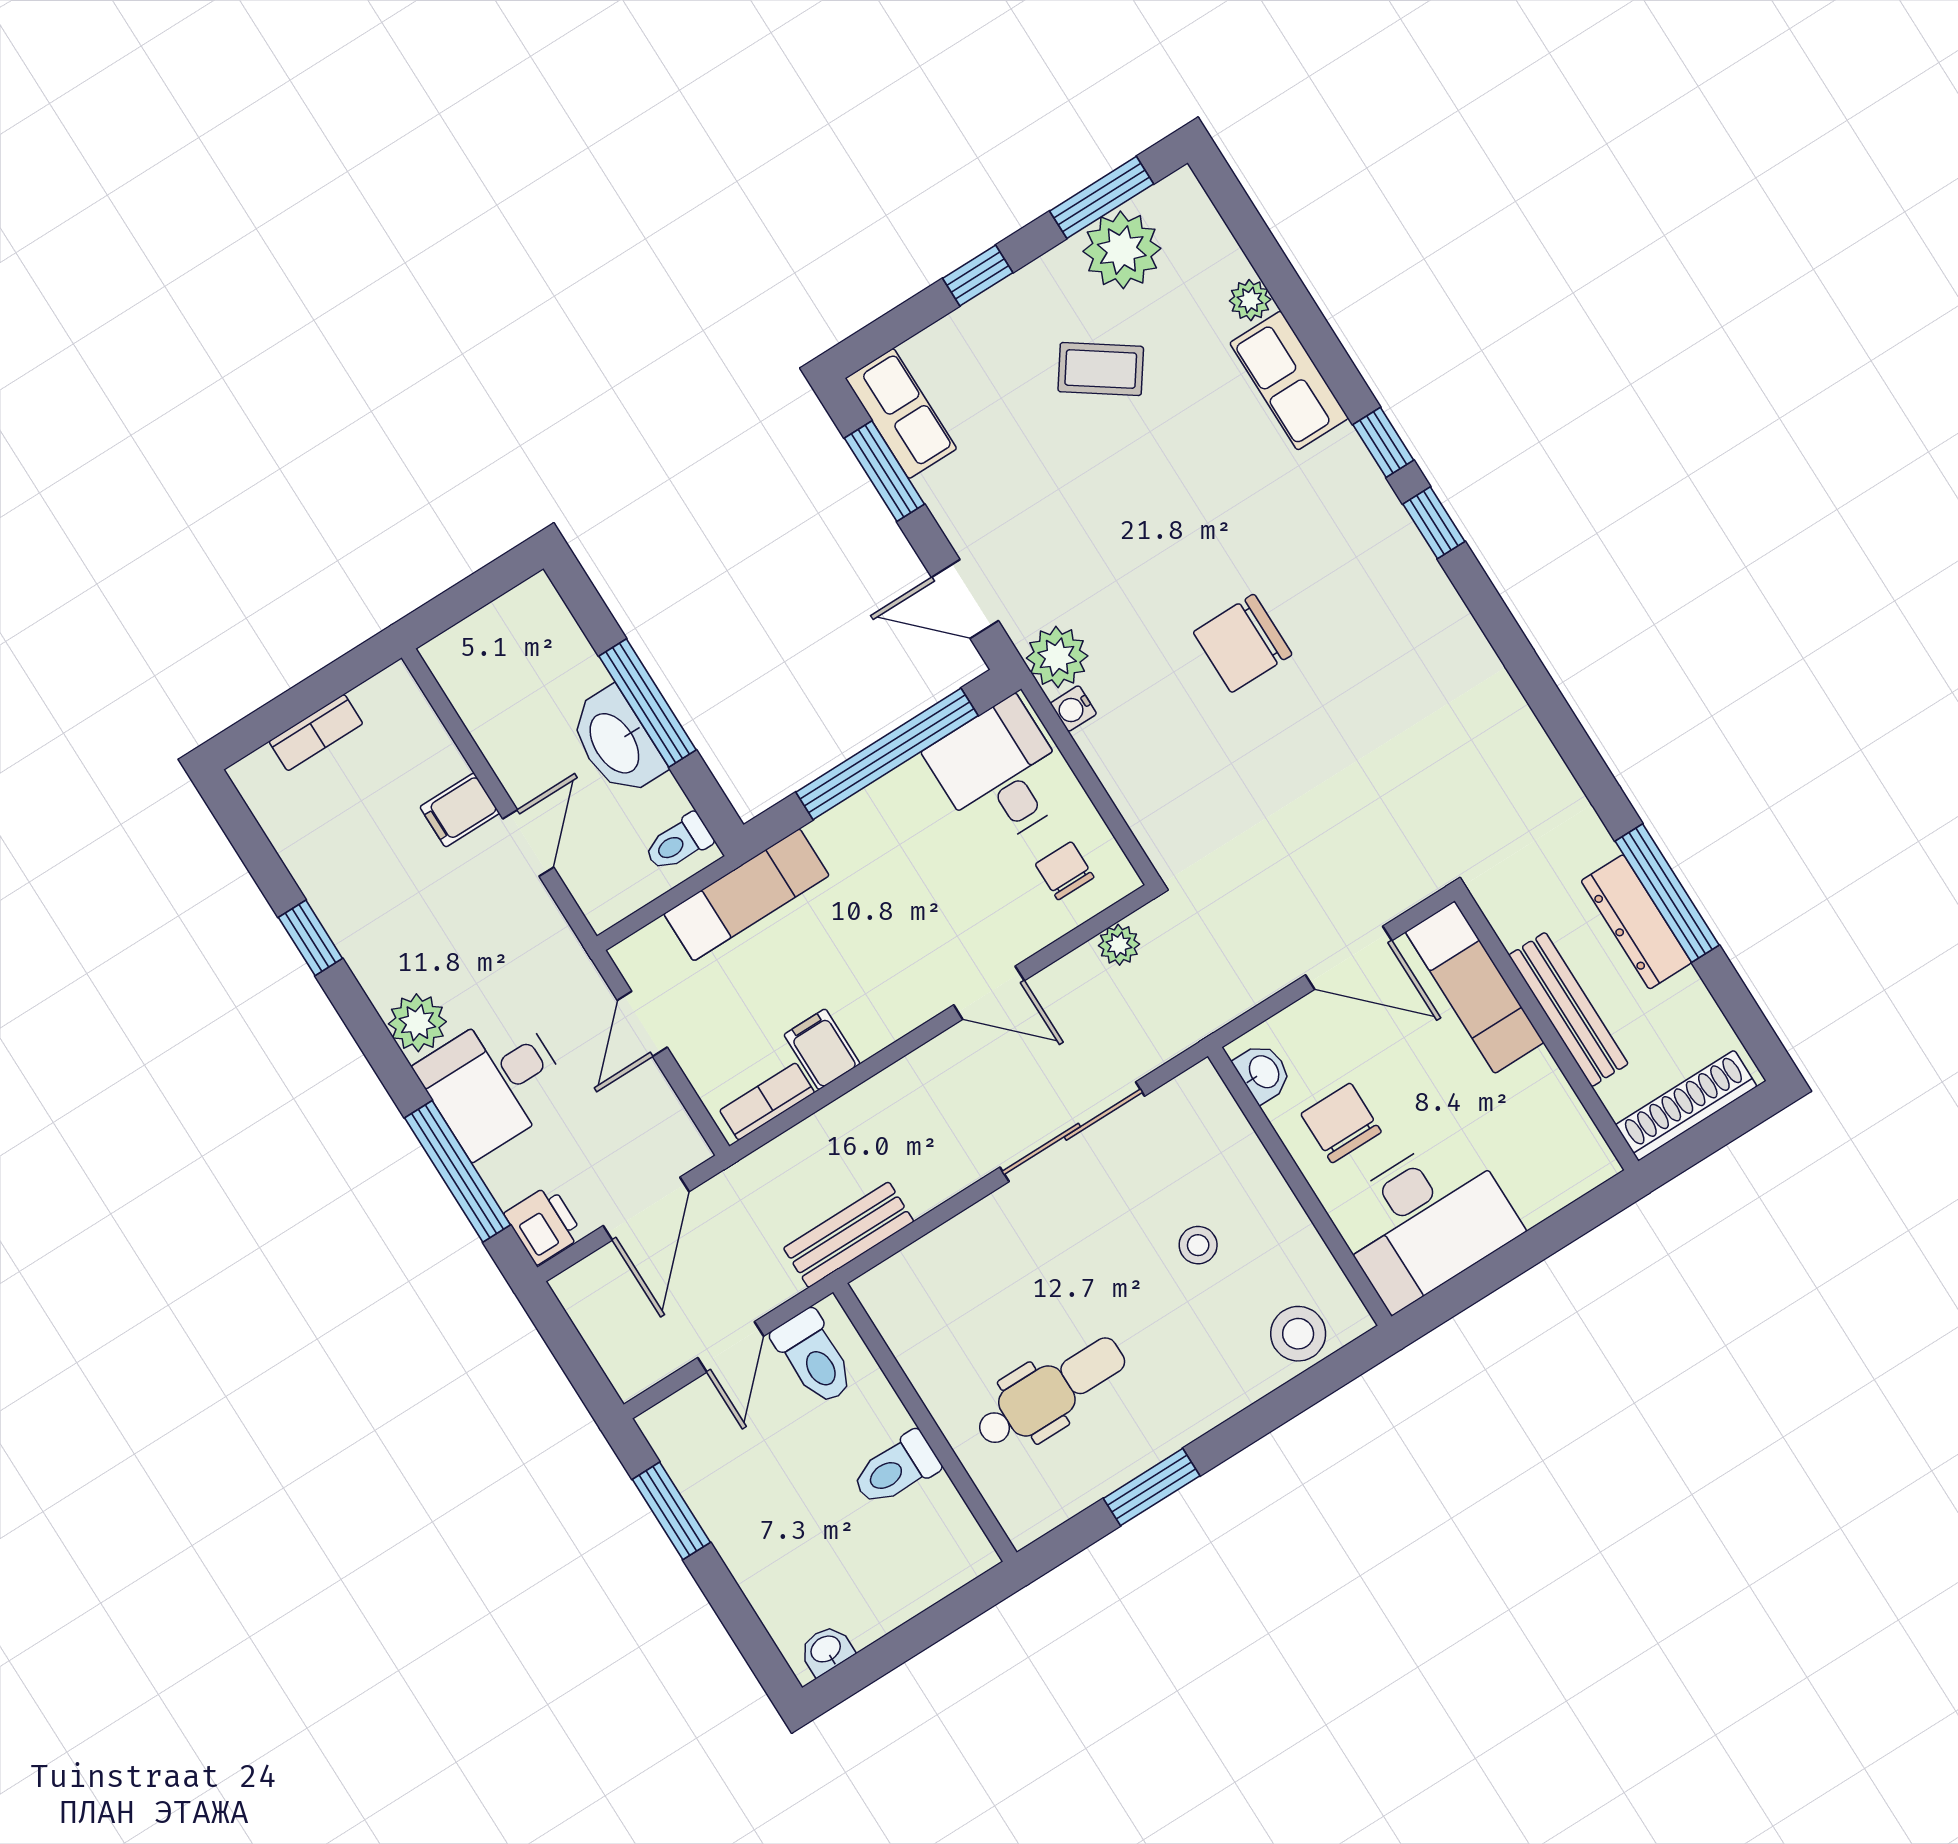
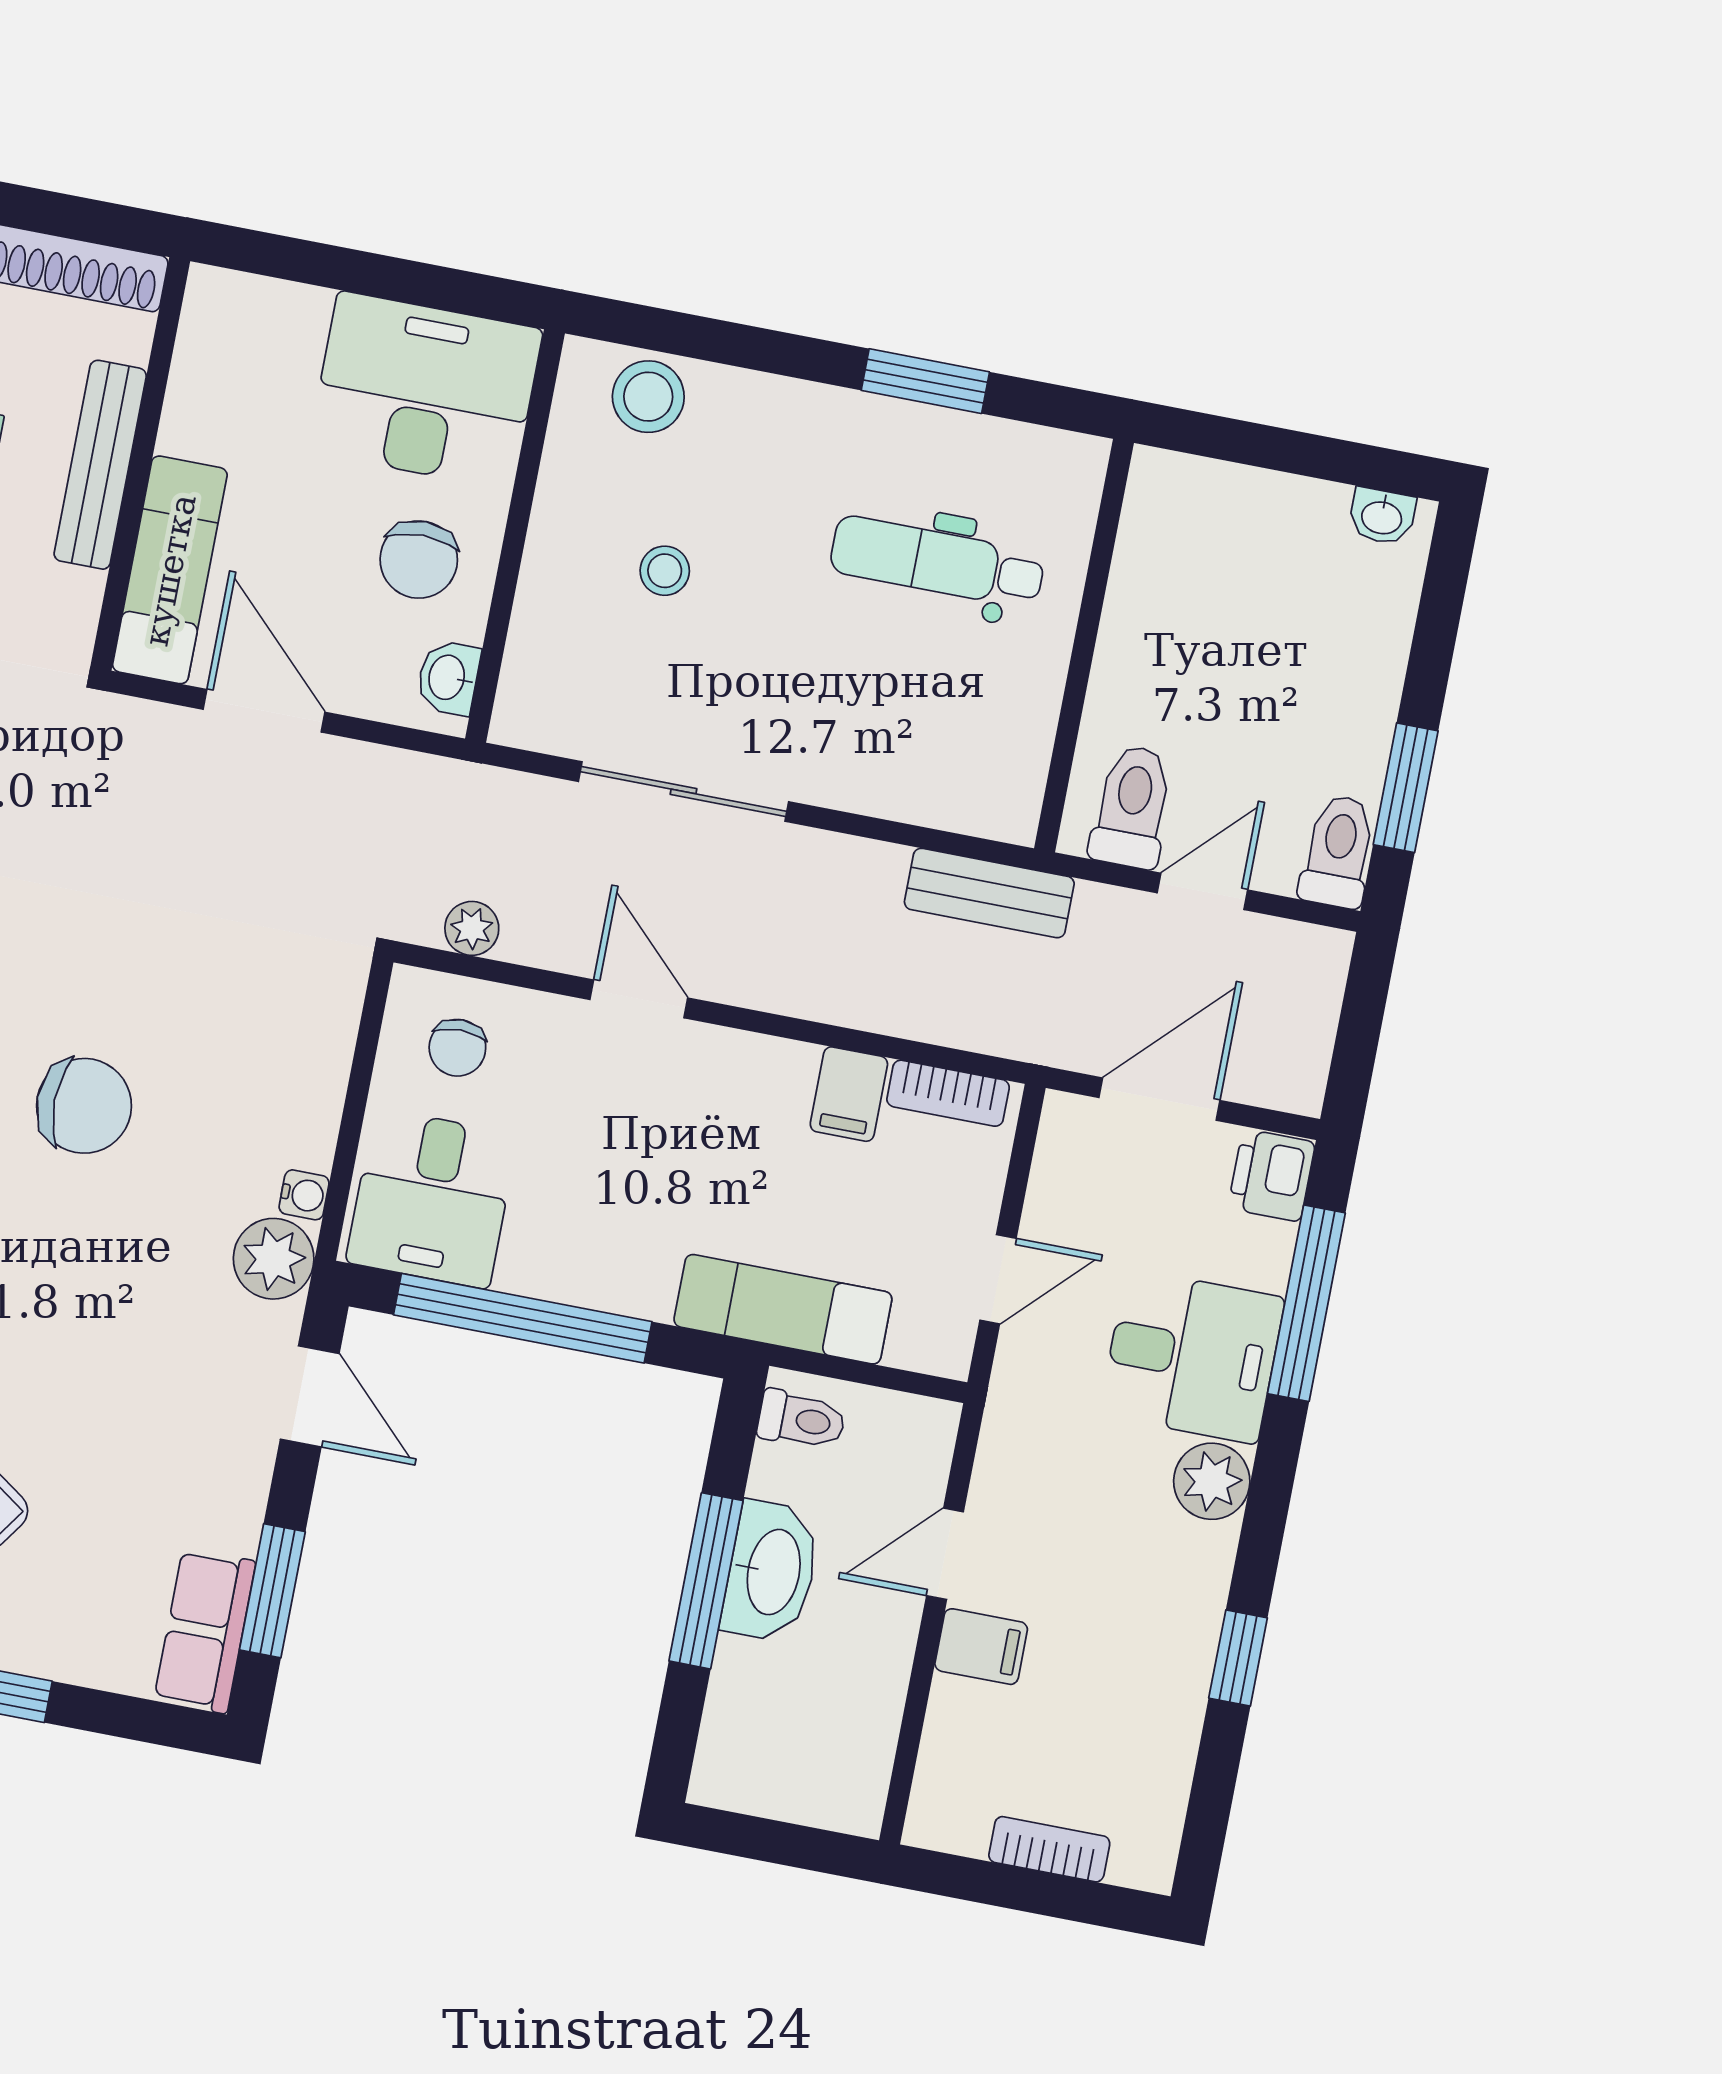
toilet: (896, 1469) -> (1338, 851), moved, turned -90

